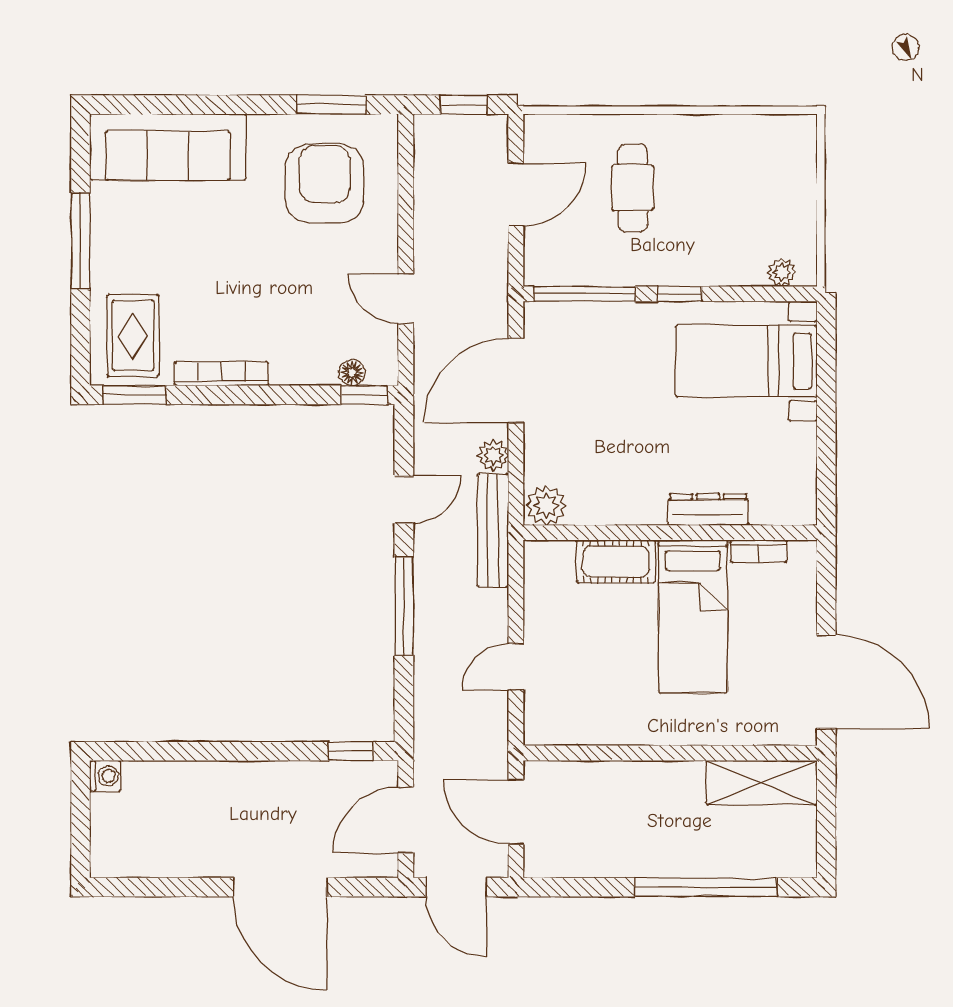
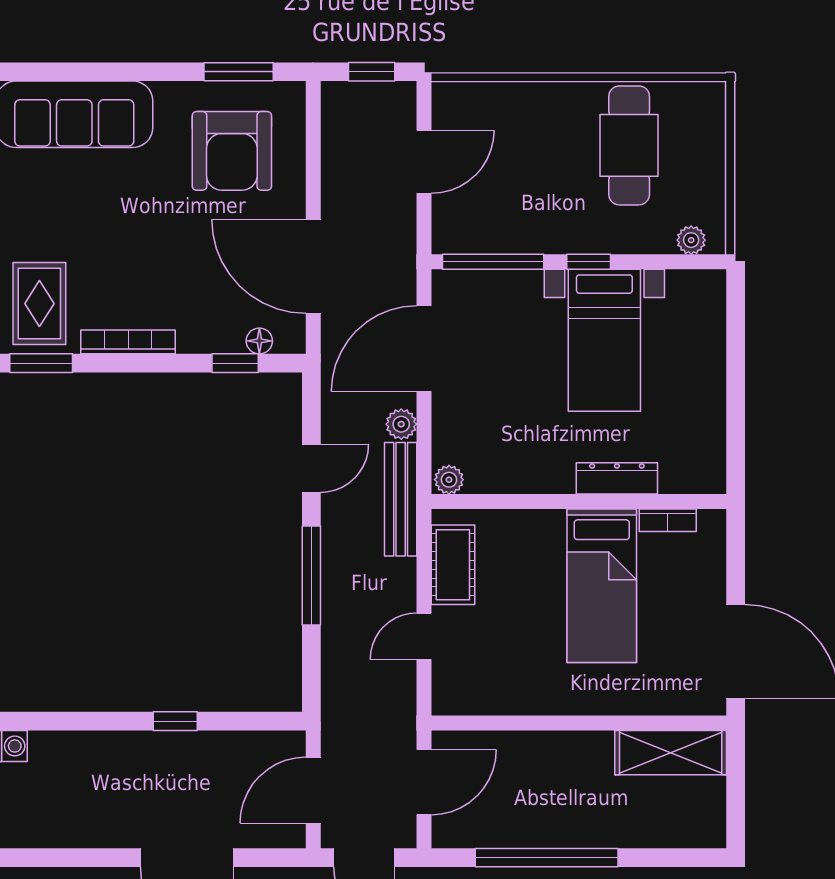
armchair: (325, 183) -> (232, 151), turned 180
cafe table: (633, 188) -> (629, 145), moved, width x1.37, depth x1.35
door: (406, 299) -> (313, 266), width x1.87
bed with nightstands: (746, 361) -> (604, 340), moved, turned -90
window: (364, 395) -> (235, 363), moved
plant: (546, 505) -> (449, 480), width x0.73, depth x0.73
cot: (616, 562) -> (453, 565), moved, turned 90
window: (351, 751) -> (175, 721), moved
door: (516, 812) -> (424, 782), swing flipped
window: (705, 887) -> (547, 858), moved

